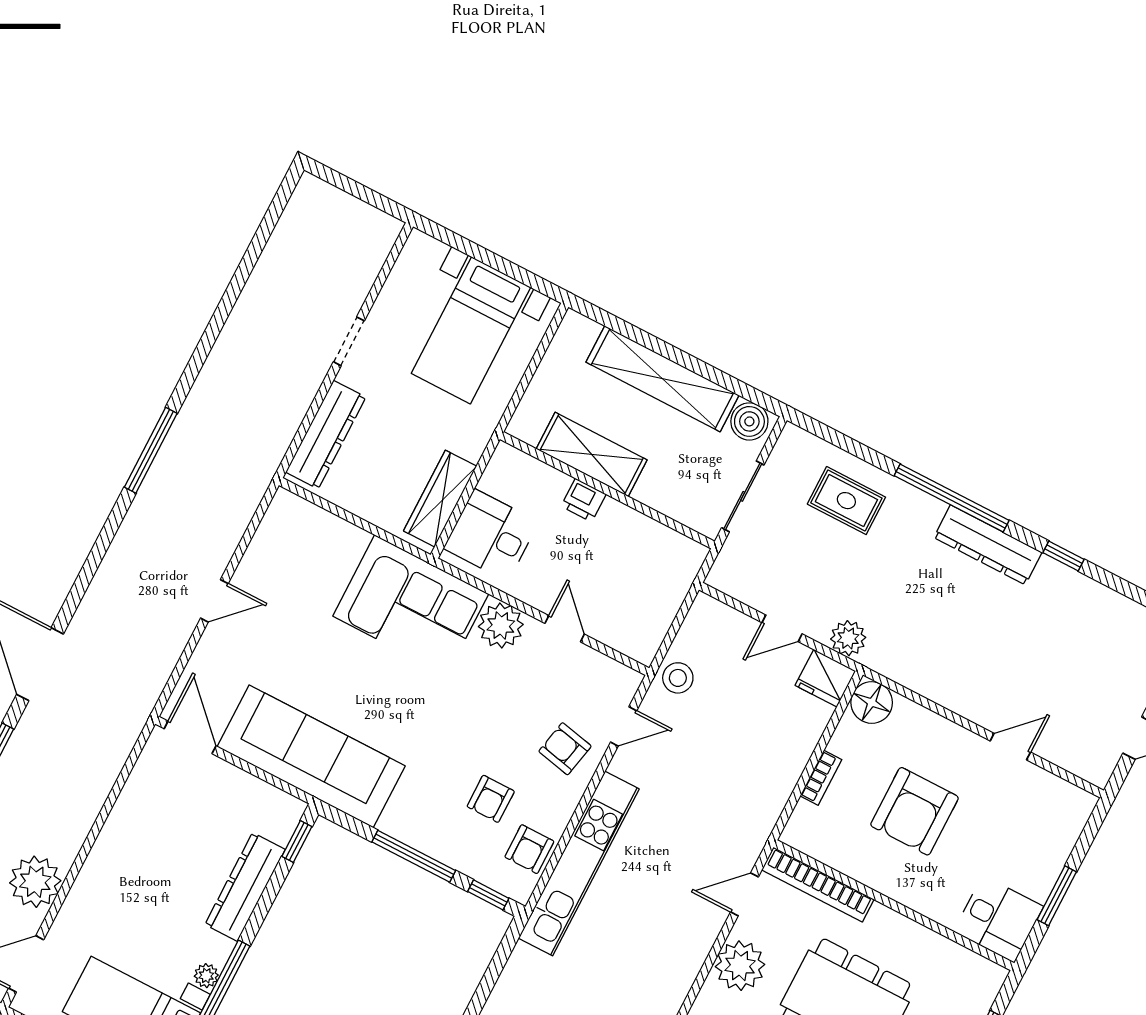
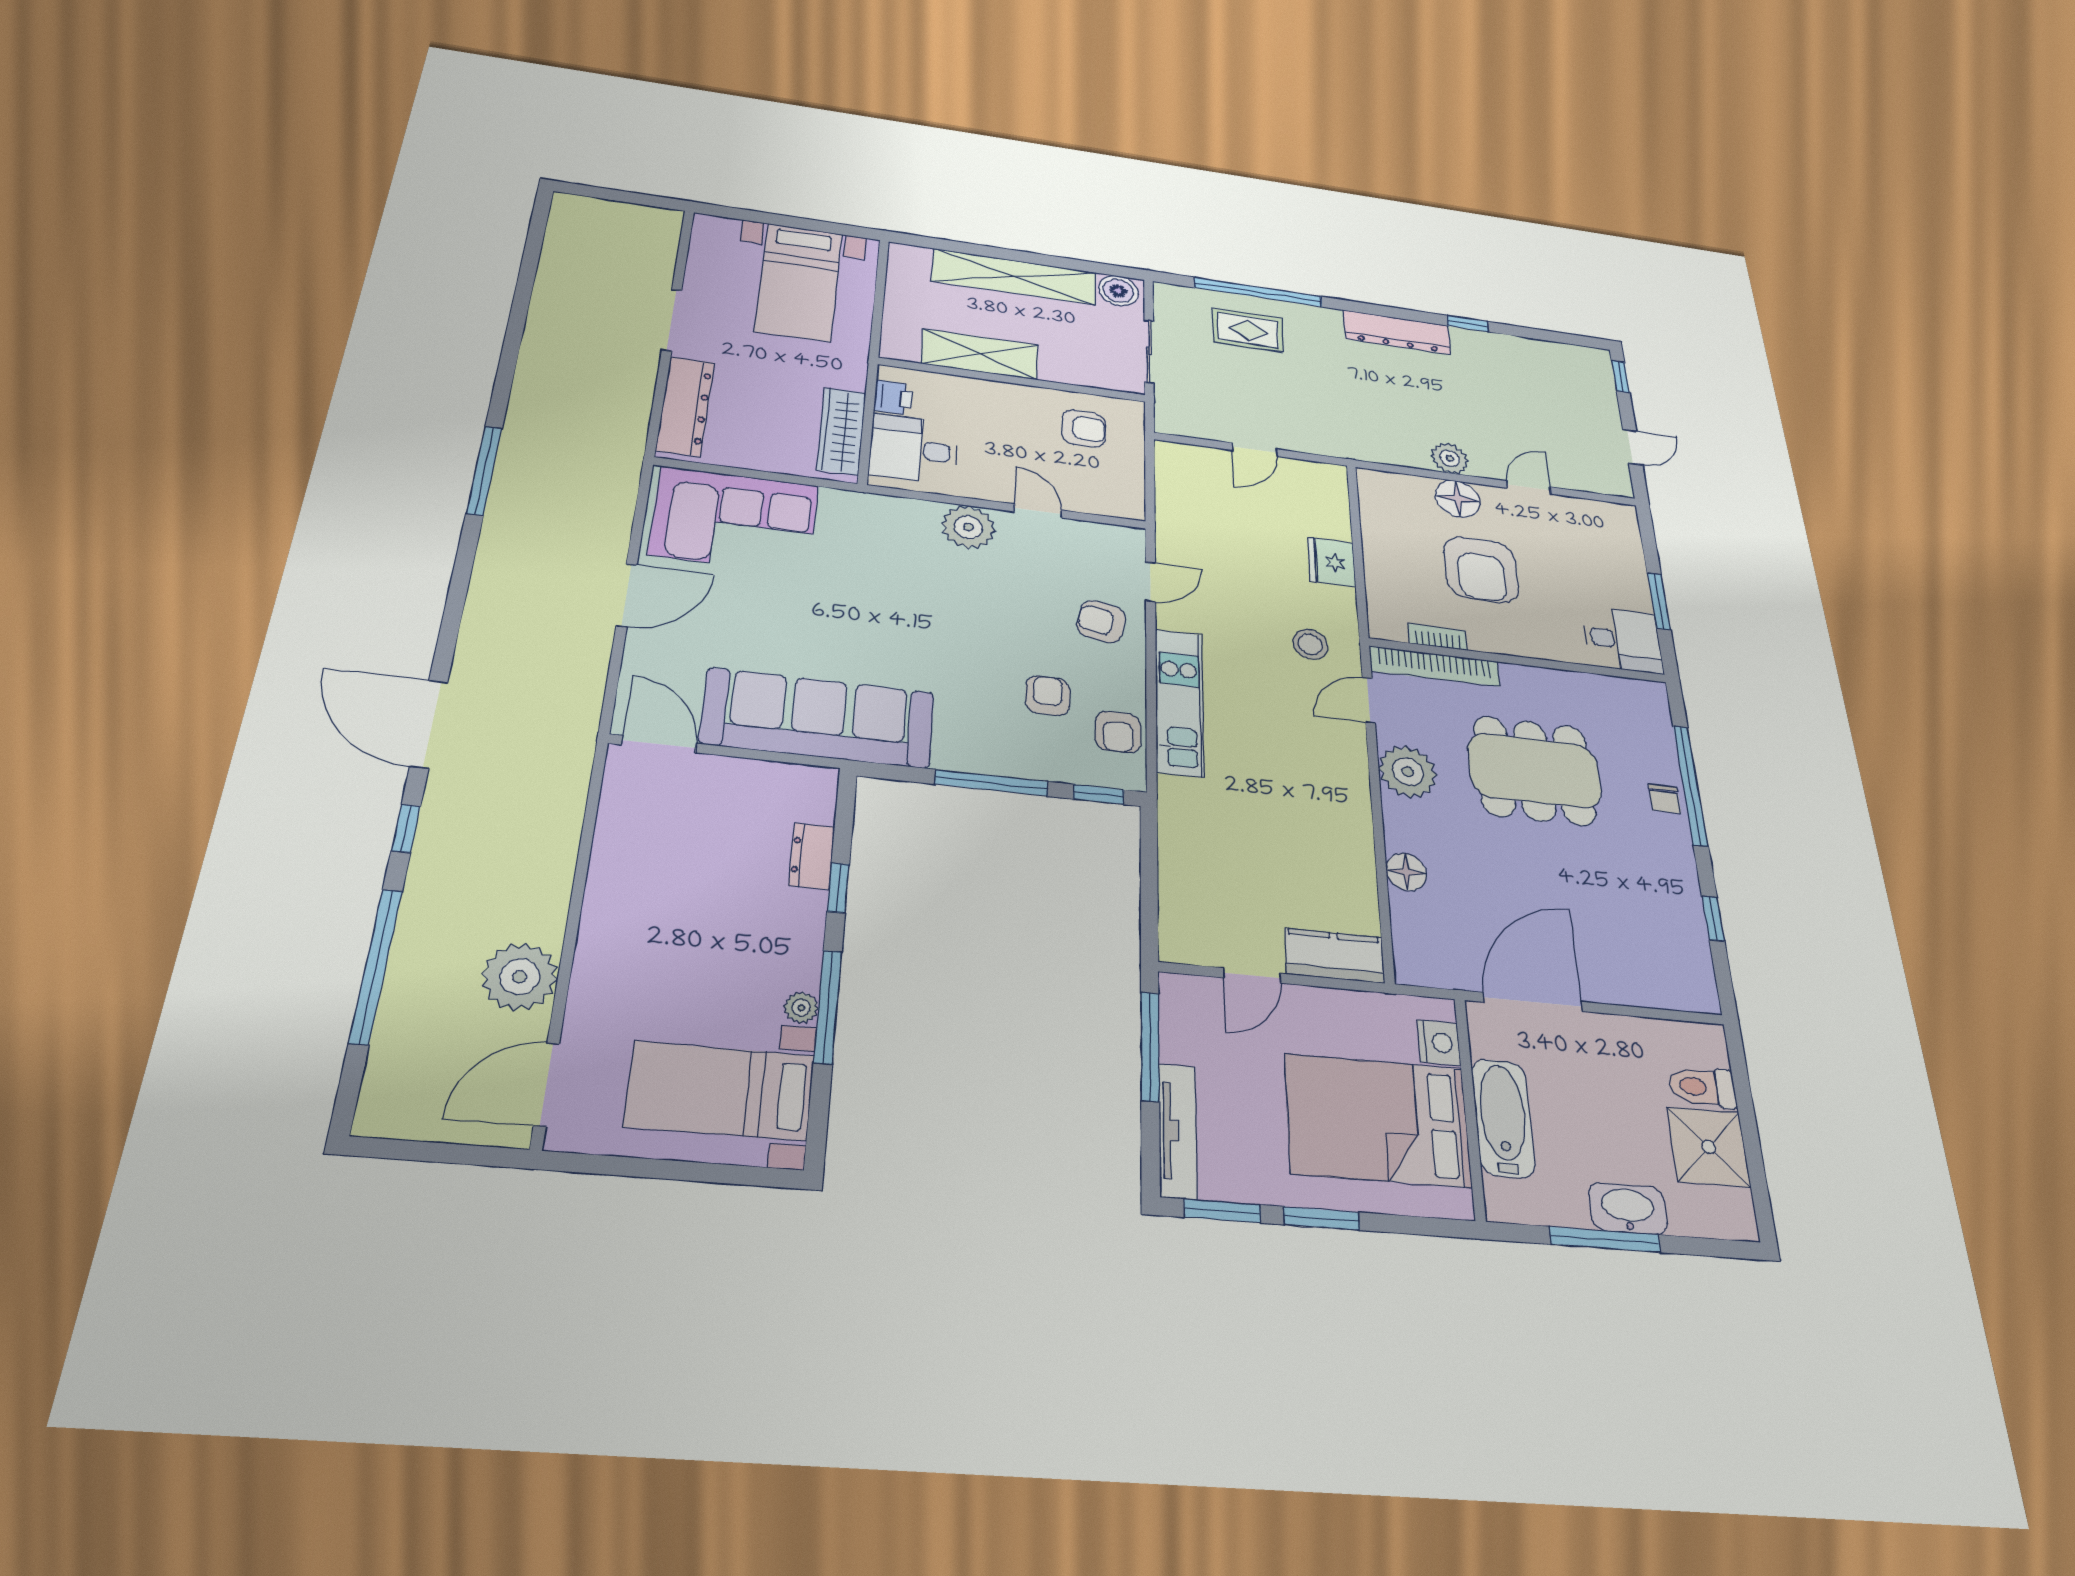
doorway: (349, 341) -> (672, 320), width x1.38
window: (952, 498) -> (1258, 292), moved
printer: (584, 500) -> (893, 397), moved, turned -90
armchair: (644, 559) -> (1084, 428), added
door: (214, 601) -> (627, 595), width x1.38
corner sofa: (411, 605) -> (734, 520), moved
plant: (848, 638) -> (1450, 458), moved
stool: (678, 678) -> (1310, 644), moved
fridge: (825, 678) -> (1332, 562), moved, turned 90
floor lamp: (872, 703) -> (1458, 499), moved
bookcase: (821, 778) -> (1437, 637), moved, turned -90
armchair: (491, 799) -> (1048, 696), turned 180
window: (297, 842) -> (838, 888), moved
kitchen unit: (579, 864) -> (1179, 702), width x0.73
dresser: (245, 887) -> (812, 856), width x0.51, depth x0.80

